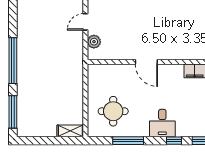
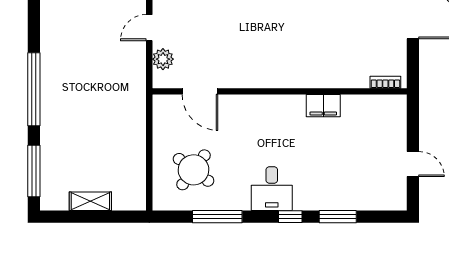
door: (146, 62) -> (200, 91), moved
round table: (113, 111) -> (193, 170), turned 37
shelving: (70, 131) -> (90, 201), moved

